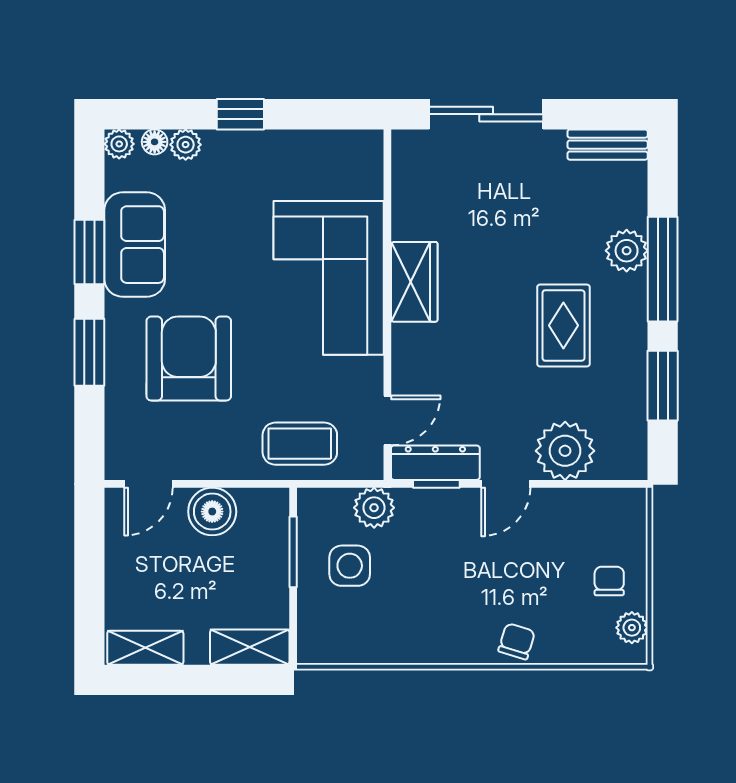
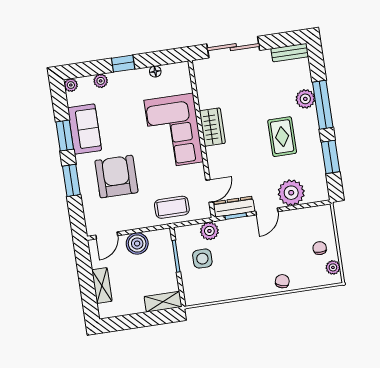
floor lamp: (155, 142) -> (155, 71), moved
shelving: (145, 648) -> (102, 286), moved, turned 90

